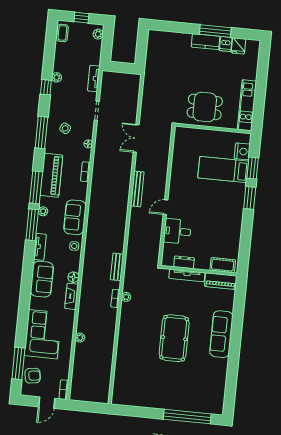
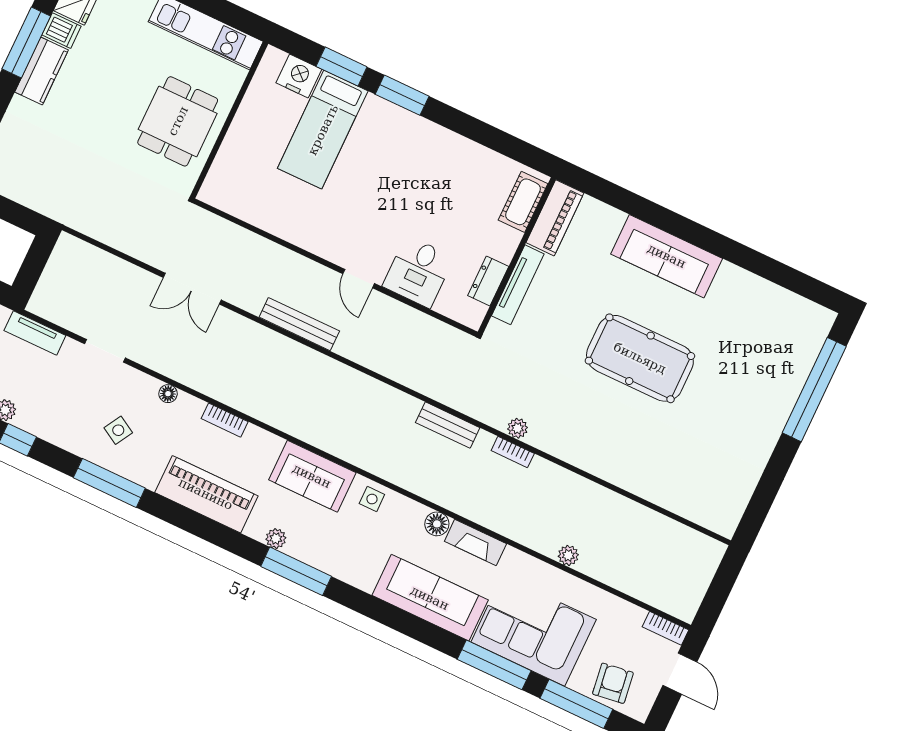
window: (36, 187) -> (494, 665), moved
tv unit: (40, 247) -> (348, 572), removed
sofa: (42, 279) -> (430, 598), width x1.36

